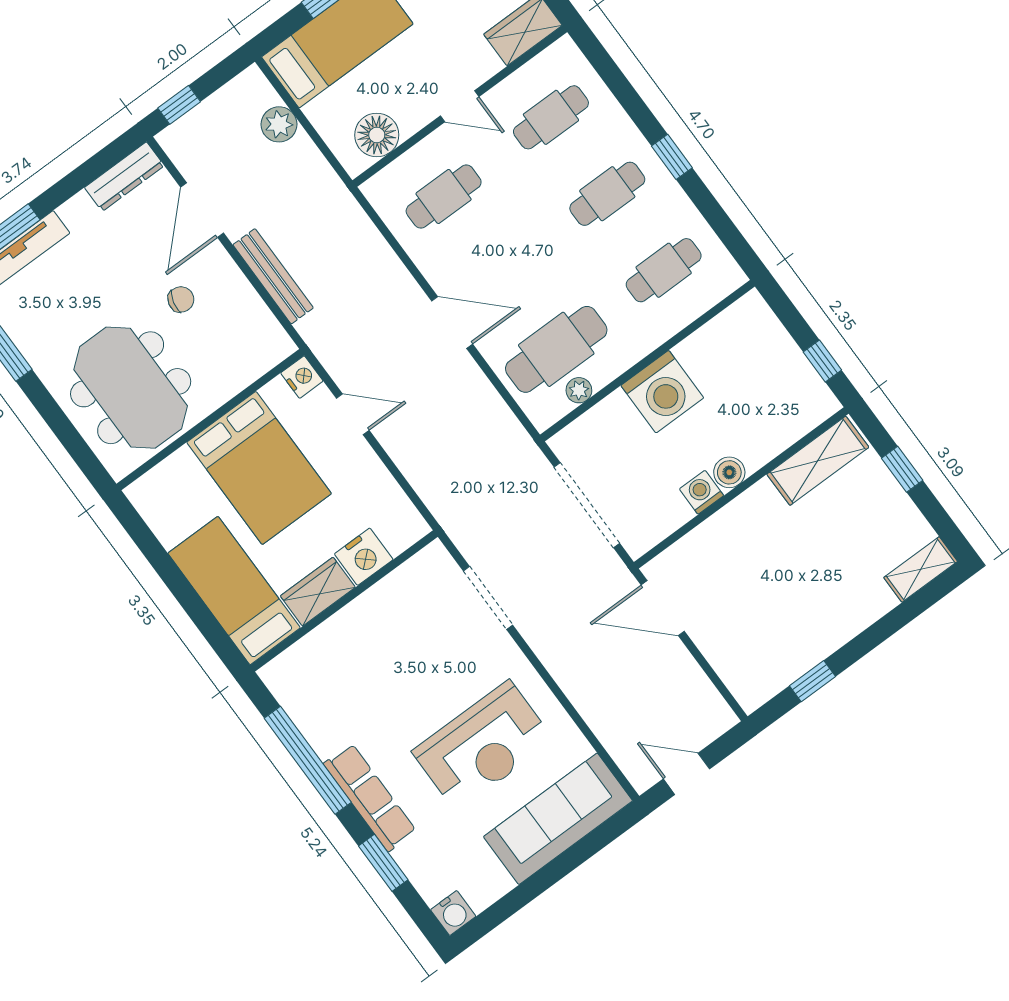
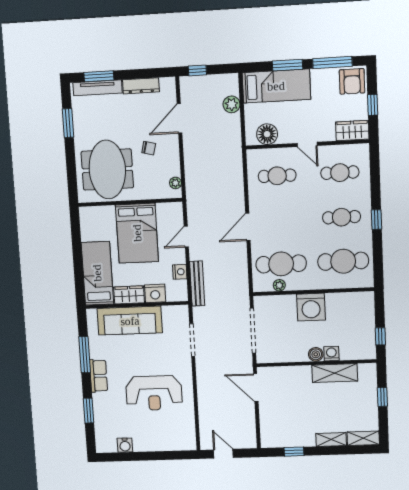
dresser: (124, 177) -> (141, 86), moved
cafe table: (664, 270) -> (343, 261), width x1.37, depth x1.35
bench: (273, 276) -> (197, 283), moved
door: (452, 322) -> (248, 227), swing flipped
plant: (270, 330) -> (175, 183), added
nightstand: (302, 377) -> (180, 272), moved
door: (353, 414) -> (186, 237), swing flipped
shelving: (818, 461) -> (335, 373), moved
washing machine: (702, 492) -> (331, 354), moved
shelving: (864, 612) -> (331, 440), added
window: (308, 760) -> (85, 355), width x0.68
row of seats: (370, 797) -> (99, 376), width x0.68
sofa: (558, 819) -> (130, 321), moved, turned 180
water cooler: (453, 913) -> (125, 445), moved

